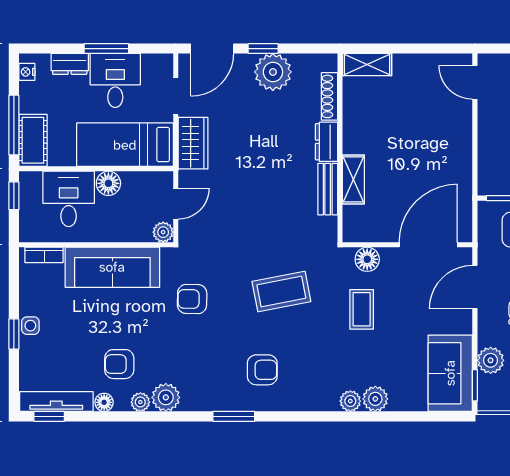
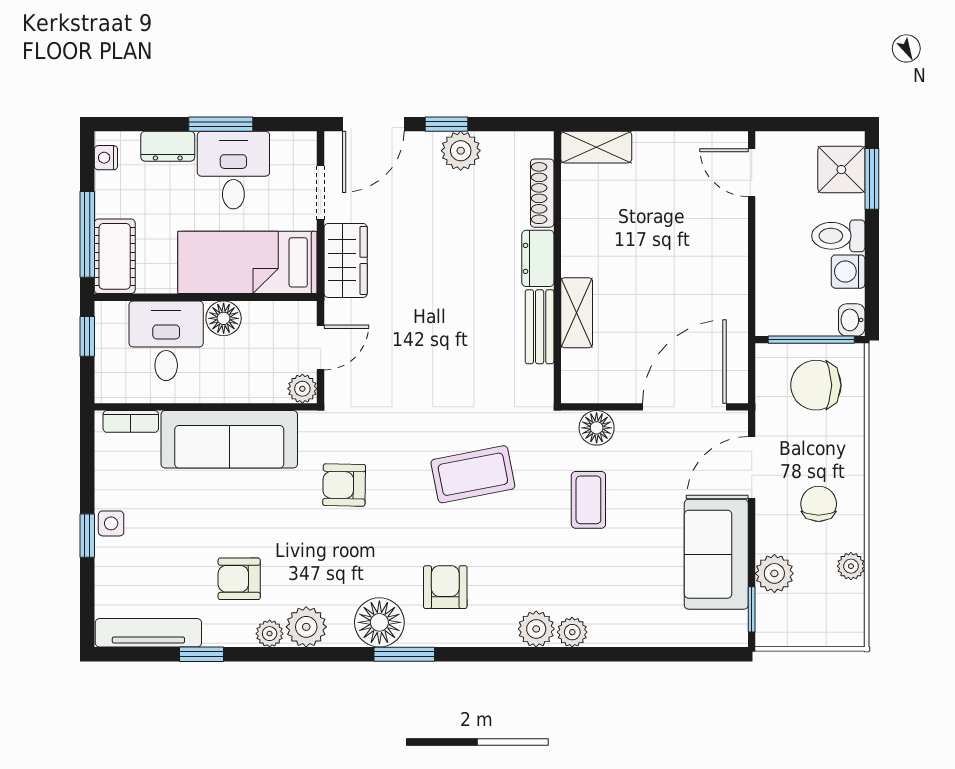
plant: (273, 72) -> (461, 151), width x0.73, depth x0.73
armchair: (262, 370) -> (445, 587), turned -90
sofa: (450, 373) -> (716, 554), moved
plant: (375, 399) -> (536, 629), moved
floor lamp: (104, 402) -> (379, 622), moved, width x1.89, depth x1.89
window: (49, 416) -> (202, 654), moved

